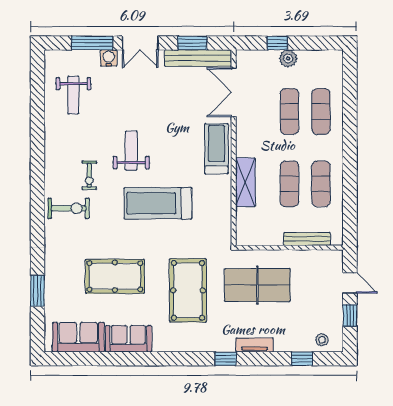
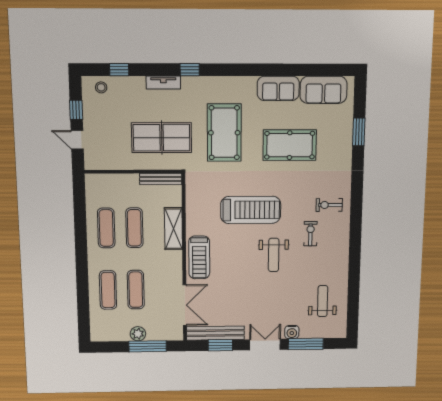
window: (277, 43) -> (148, 346), width x2.17
exercise bike: (69, 208) -> (329, 205), width x0.73, depth x0.72
bench: (307, 239) -> (161, 179), moved

